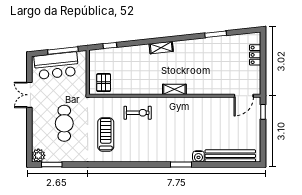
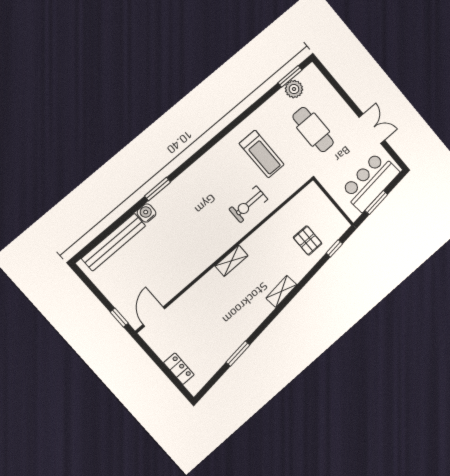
window: (63, 51) -> (376, 203), width x0.69
pallet: (104, 83) -> (308, 240), moved
plant: (38, 155) -> (294, 89), moved

